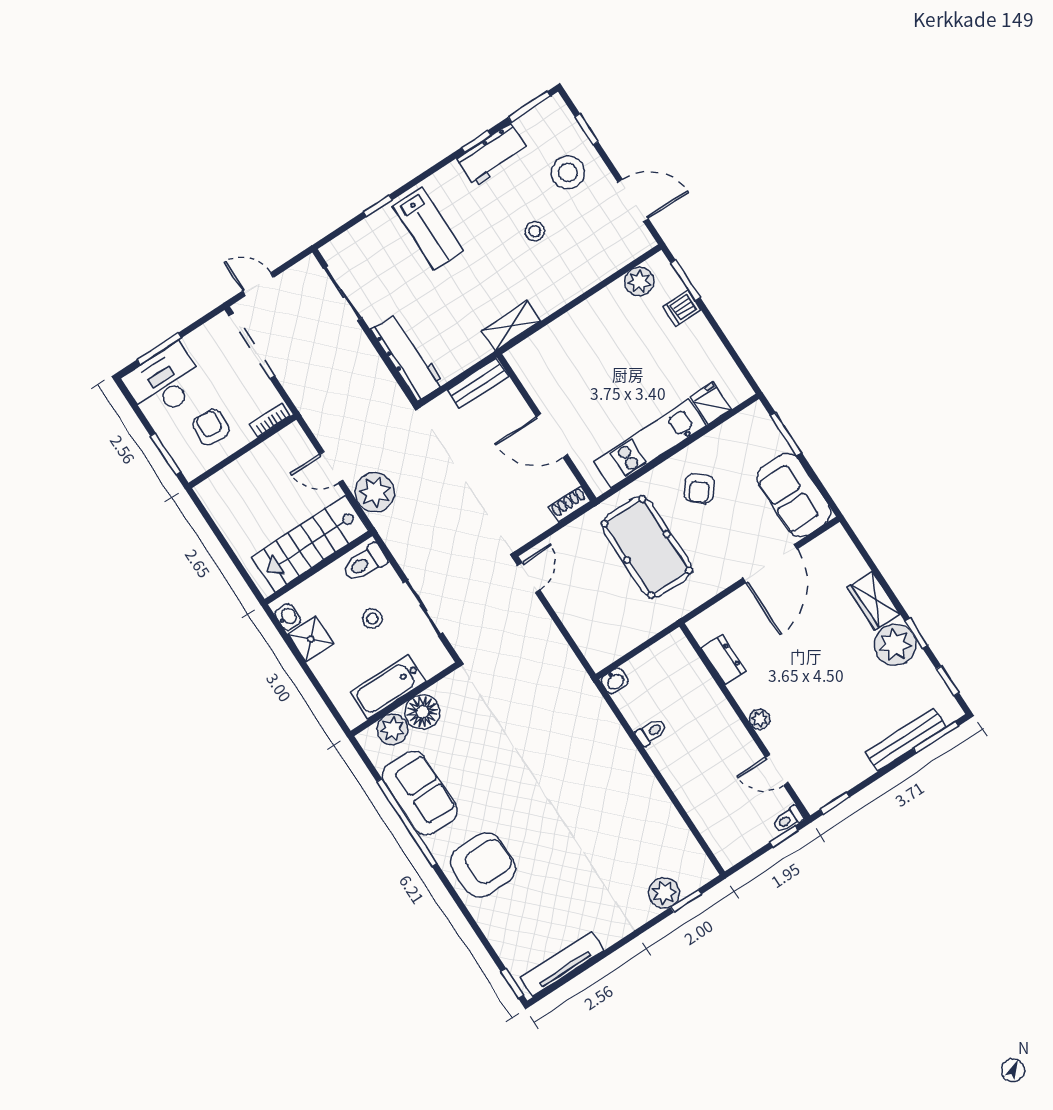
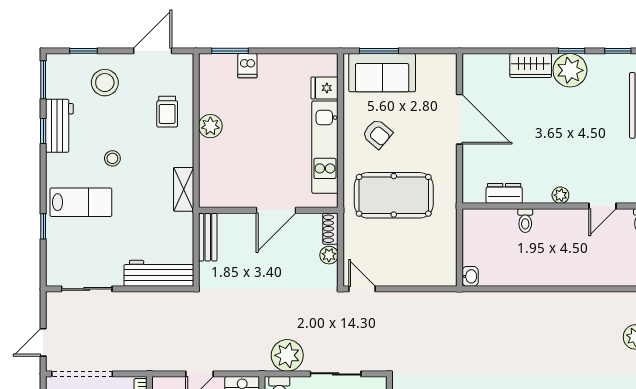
stool: (535, 231) -> (112, 158), moved
trolley: (580, 257) -> (167, 112), added
plant: (639, 282) -> (210, 126), moved
plant: (375, 492) -> (287, 355), moved
sofa: (794, 495) -> (382, 73), moved
plant: (541, 521) -> (329, 255), added
toilet: (651, 732) -> (525, 221), moved, turned 180

